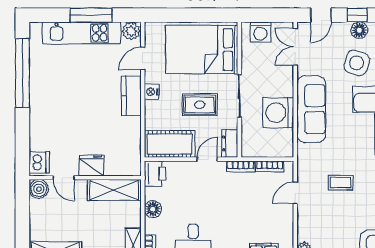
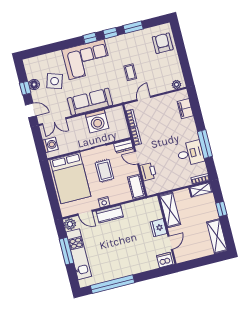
cot: (170, 144) -> (136, 187), width x0.73, depth x0.75
printer: (155, 174) -> (148, 172), moved, turned 90
boiler: (39, 189) -> (181, 256), removed
door: (295, 193) -> (144, 99), swing flipped
floor lamp: (153, 209) -> (176, 183), removed

